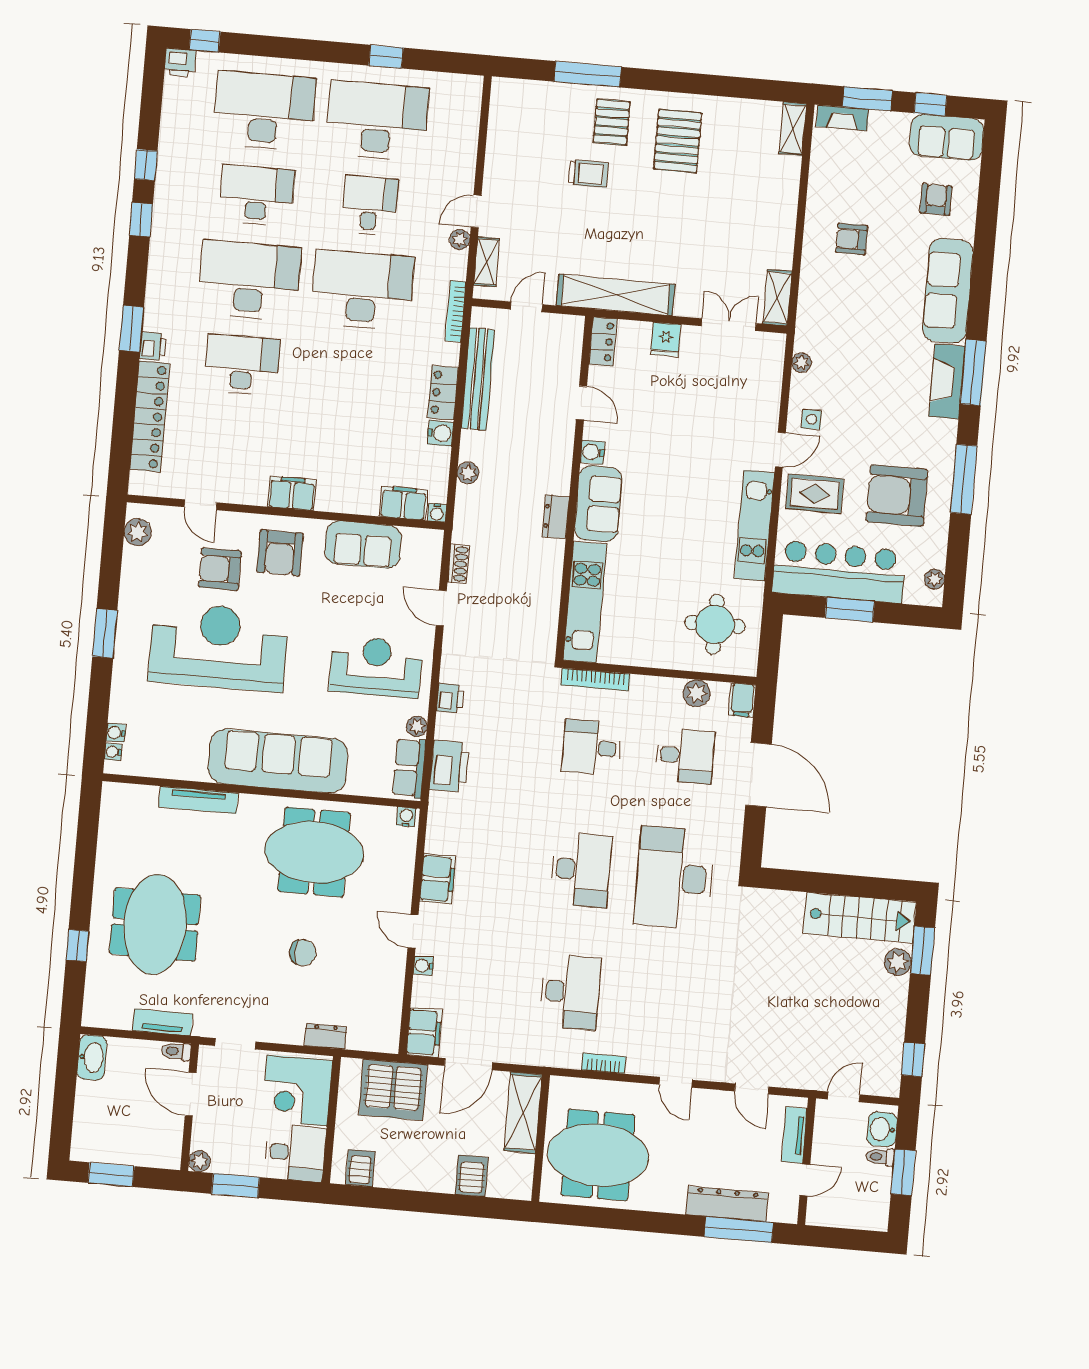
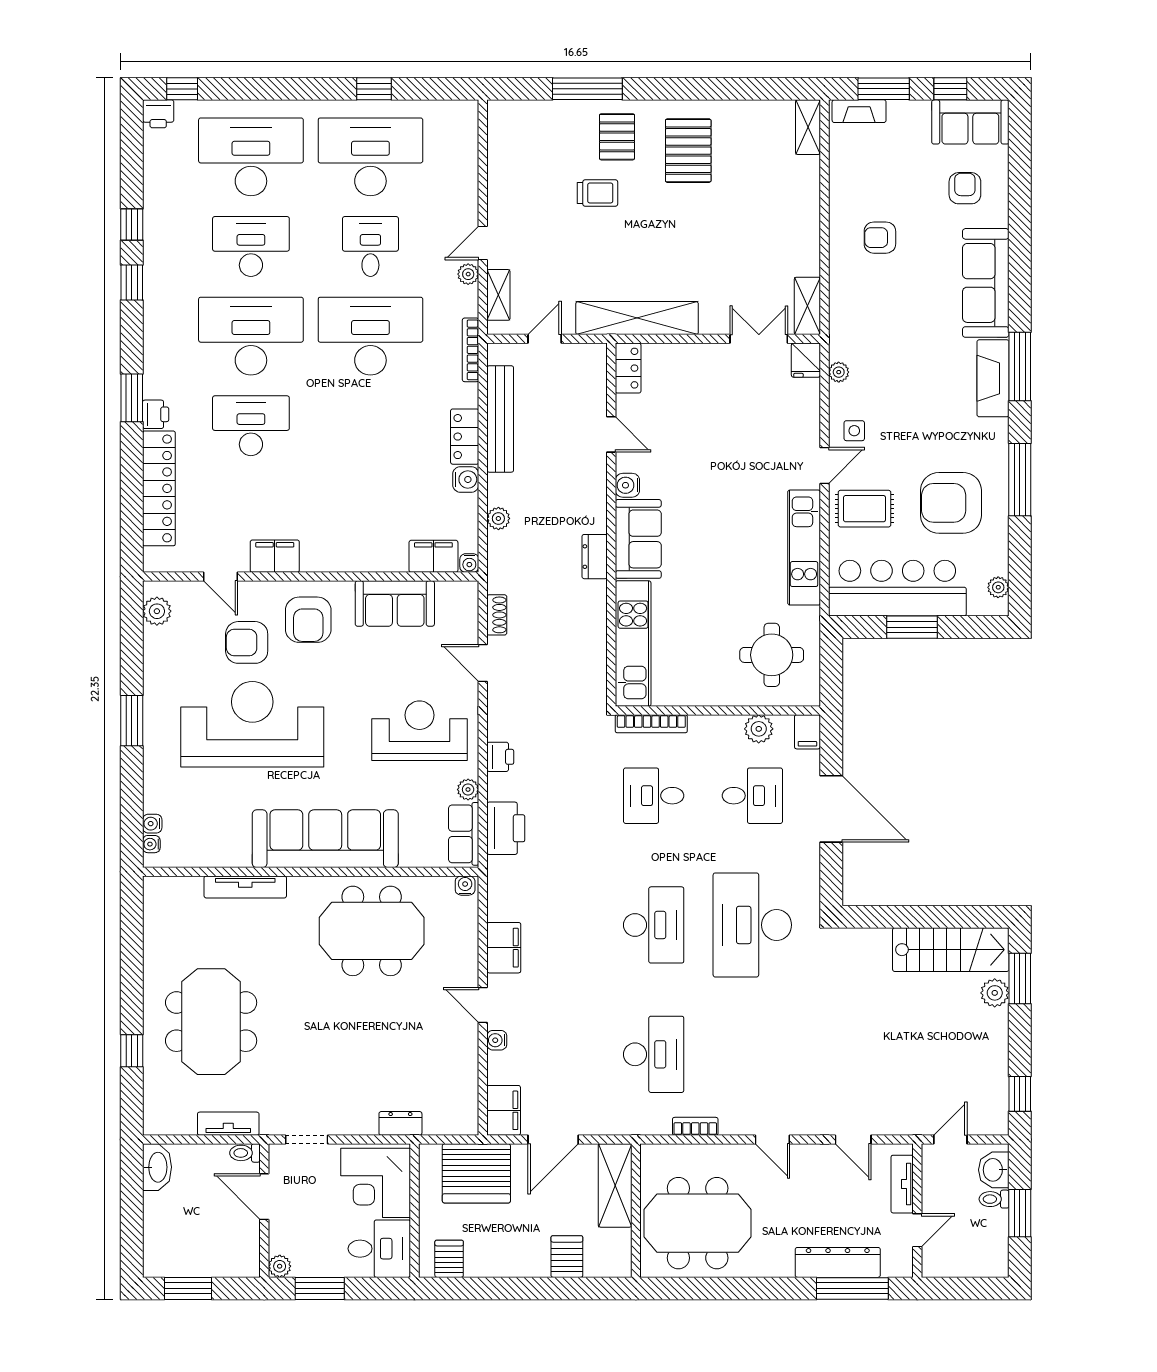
fridge: (666, 339) -> (806, 360), moved
filing cabinet: (292, 493) -> (275, 556), moved
chair: (303, 953) -> (369, 1038), removed

